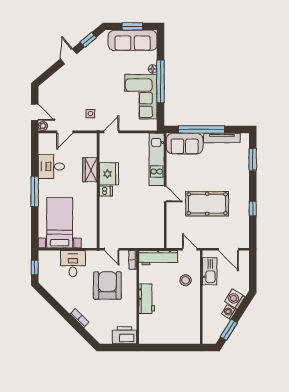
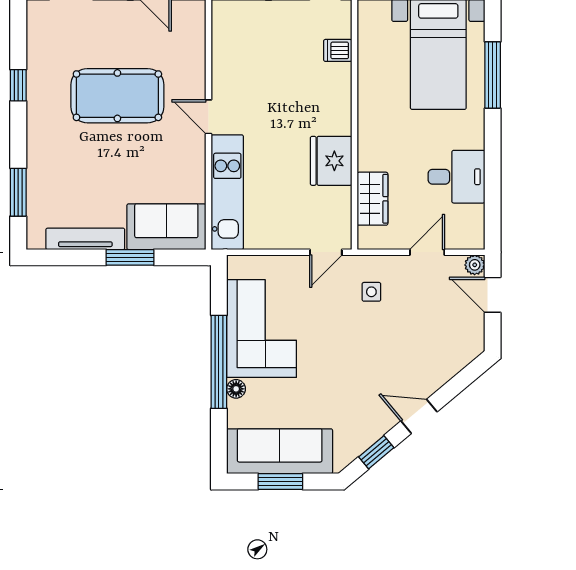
door: (69, 56) -> (419, 416), swing flipped
window: (201, 129) -> (130, 257), width x0.47
wardrobe: (90, 170) -> (372, 199), moved
dishwasher: (106, 191) -> (338, 50), moved
window: (35, 192) -> (493, 75), moved

